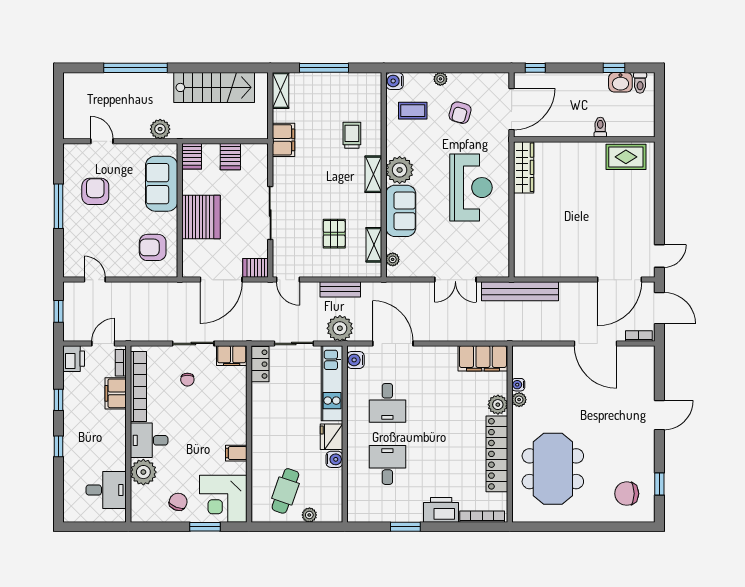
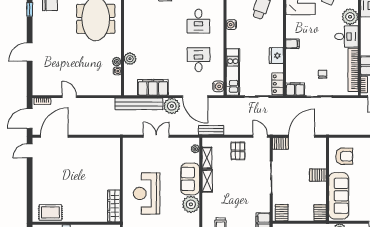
server rack: (230, 157) -> (282, 213), moved
shelving: (373, 174) -> (207, 181), moved
sofa: (162, 184) -> (339, 196), width x1.36
server rack: (201, 217) -> (318, 175), width x0.46, depth x0.70
pallet: (334, 234) -> (238, 151), moved
bench: (340, 289) -> (211, 130), moved
bench: (520, 291) -> (139, 104), moved
door: (659, 308) -> (30, 119), hinge flipped
plant: (340, 328) -> (172, 106), moved
door: (595, 343) -> (69, 97), width x0.53
filing cabinet: (483, 358) -> (153, 87), moved
fridge: (331, 437) -> (276, 56), moved, turned 180
filing cabinet: (236, 453) -> (292, 44), moved
locker: (497, 454) -> (131, 28), removed

